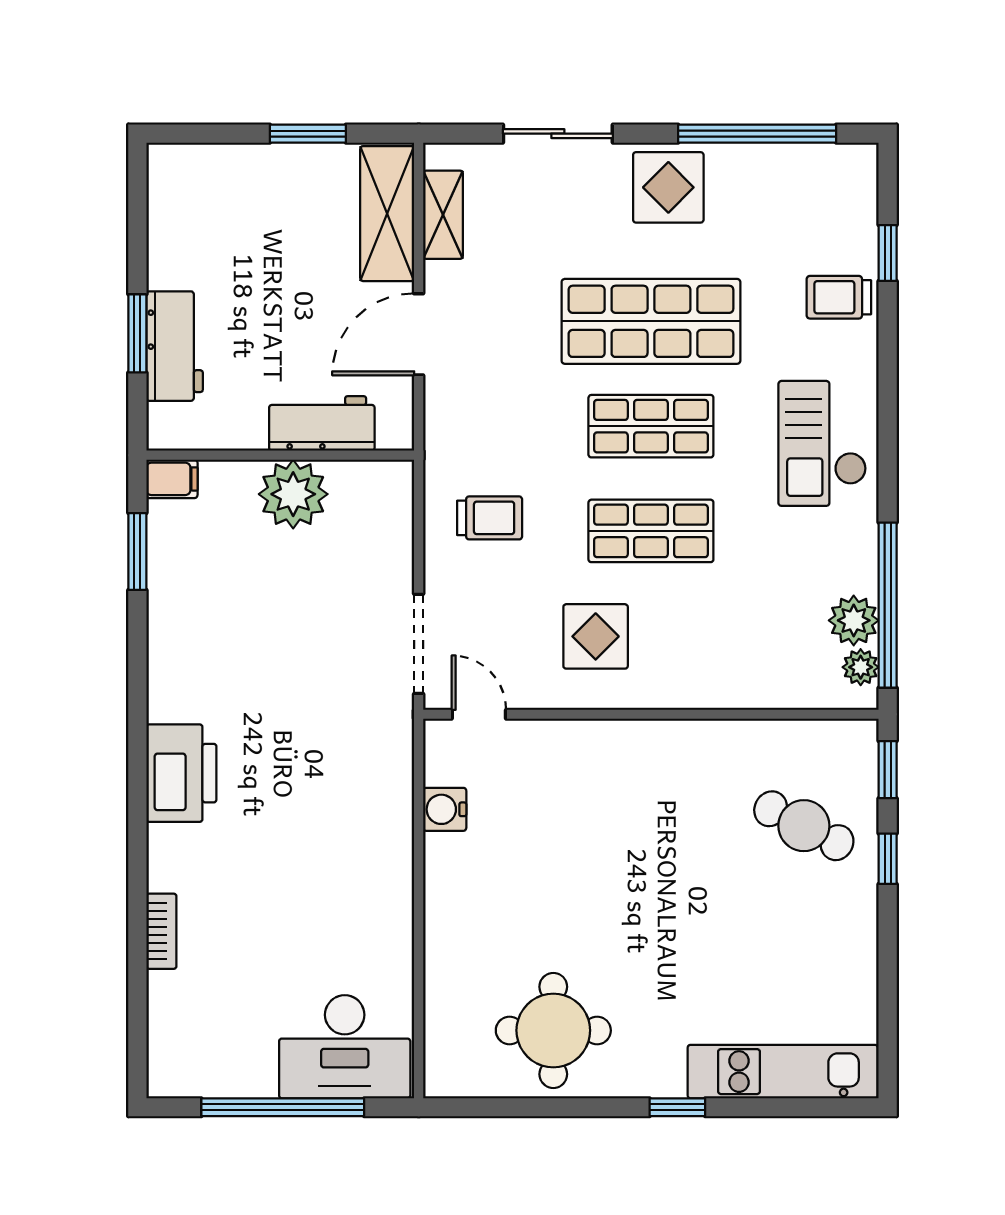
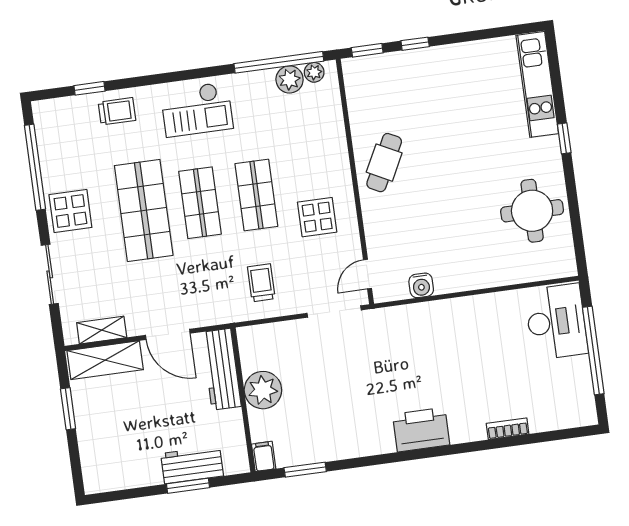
trolley: (839, 297) -> (117, 111), turned -90
workbench: (322, 423) -> (221, 369), width x1.38
cafe table: (804, 826) -> (384, 163), moved

